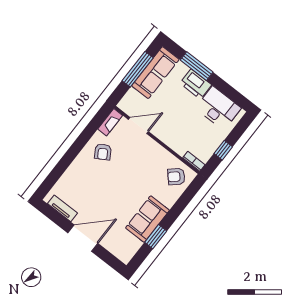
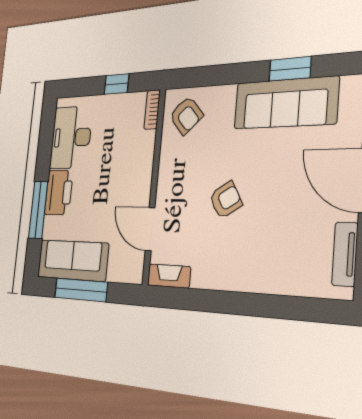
armchair: (103, 152) -> (226, 200), moved
sofa: (147, 219) -> (285, 103), width x1.36

